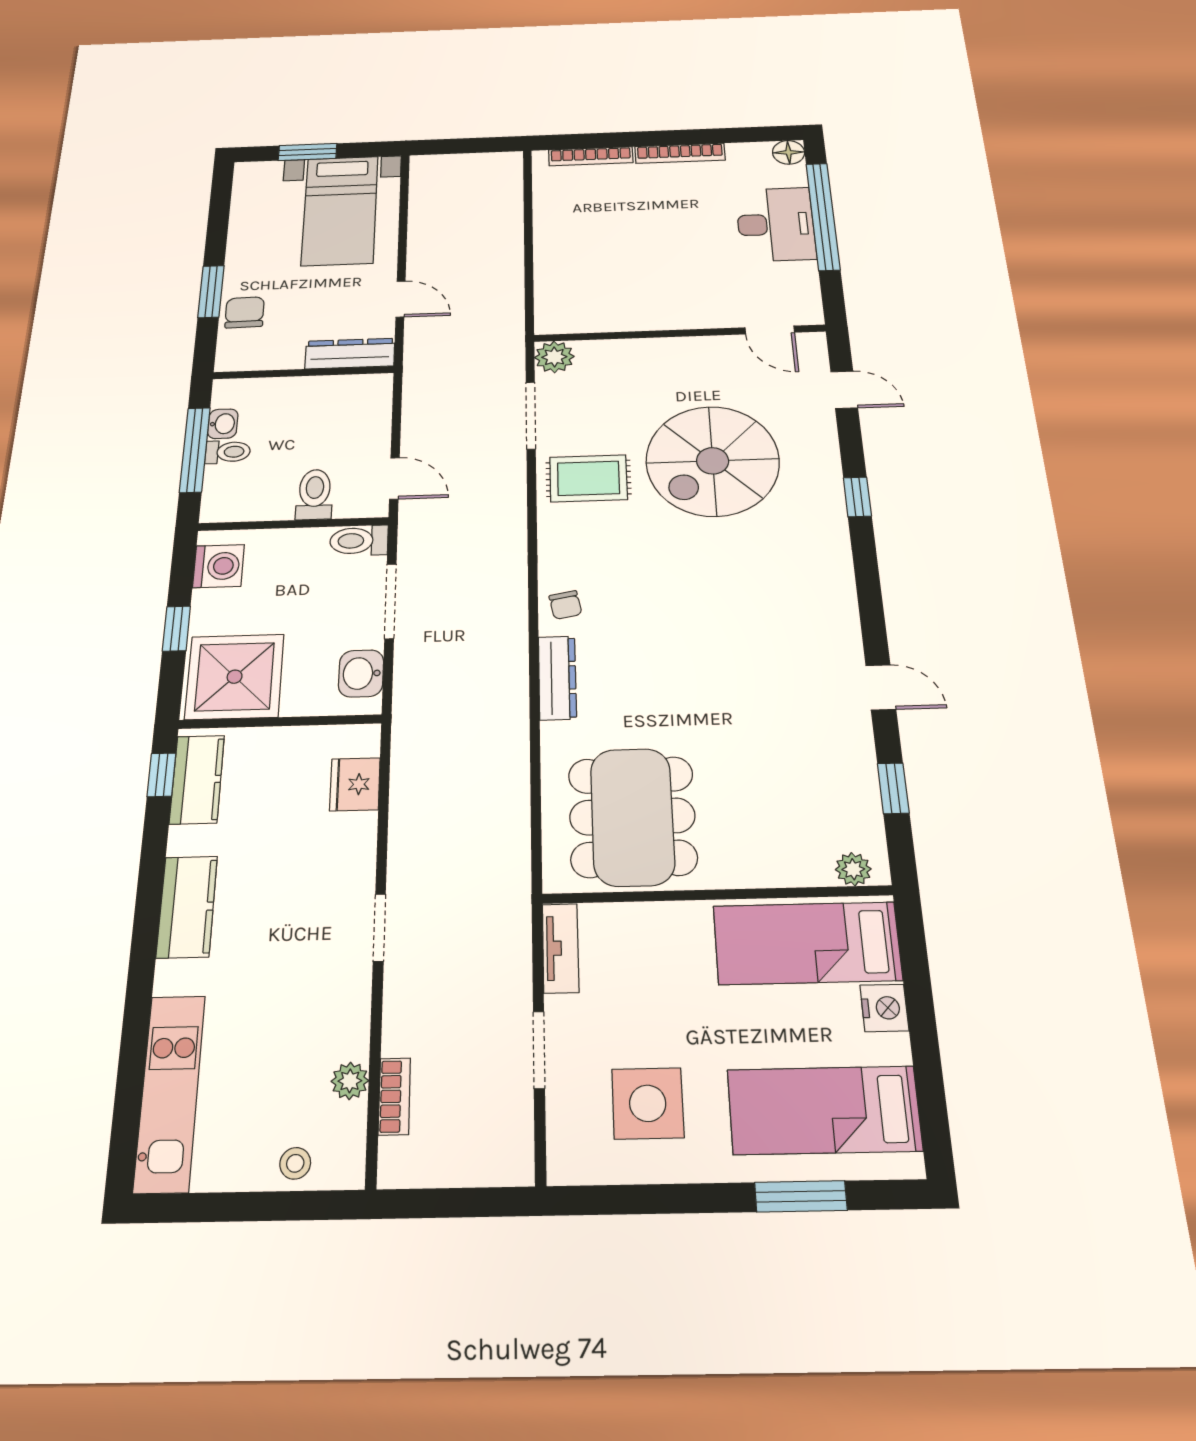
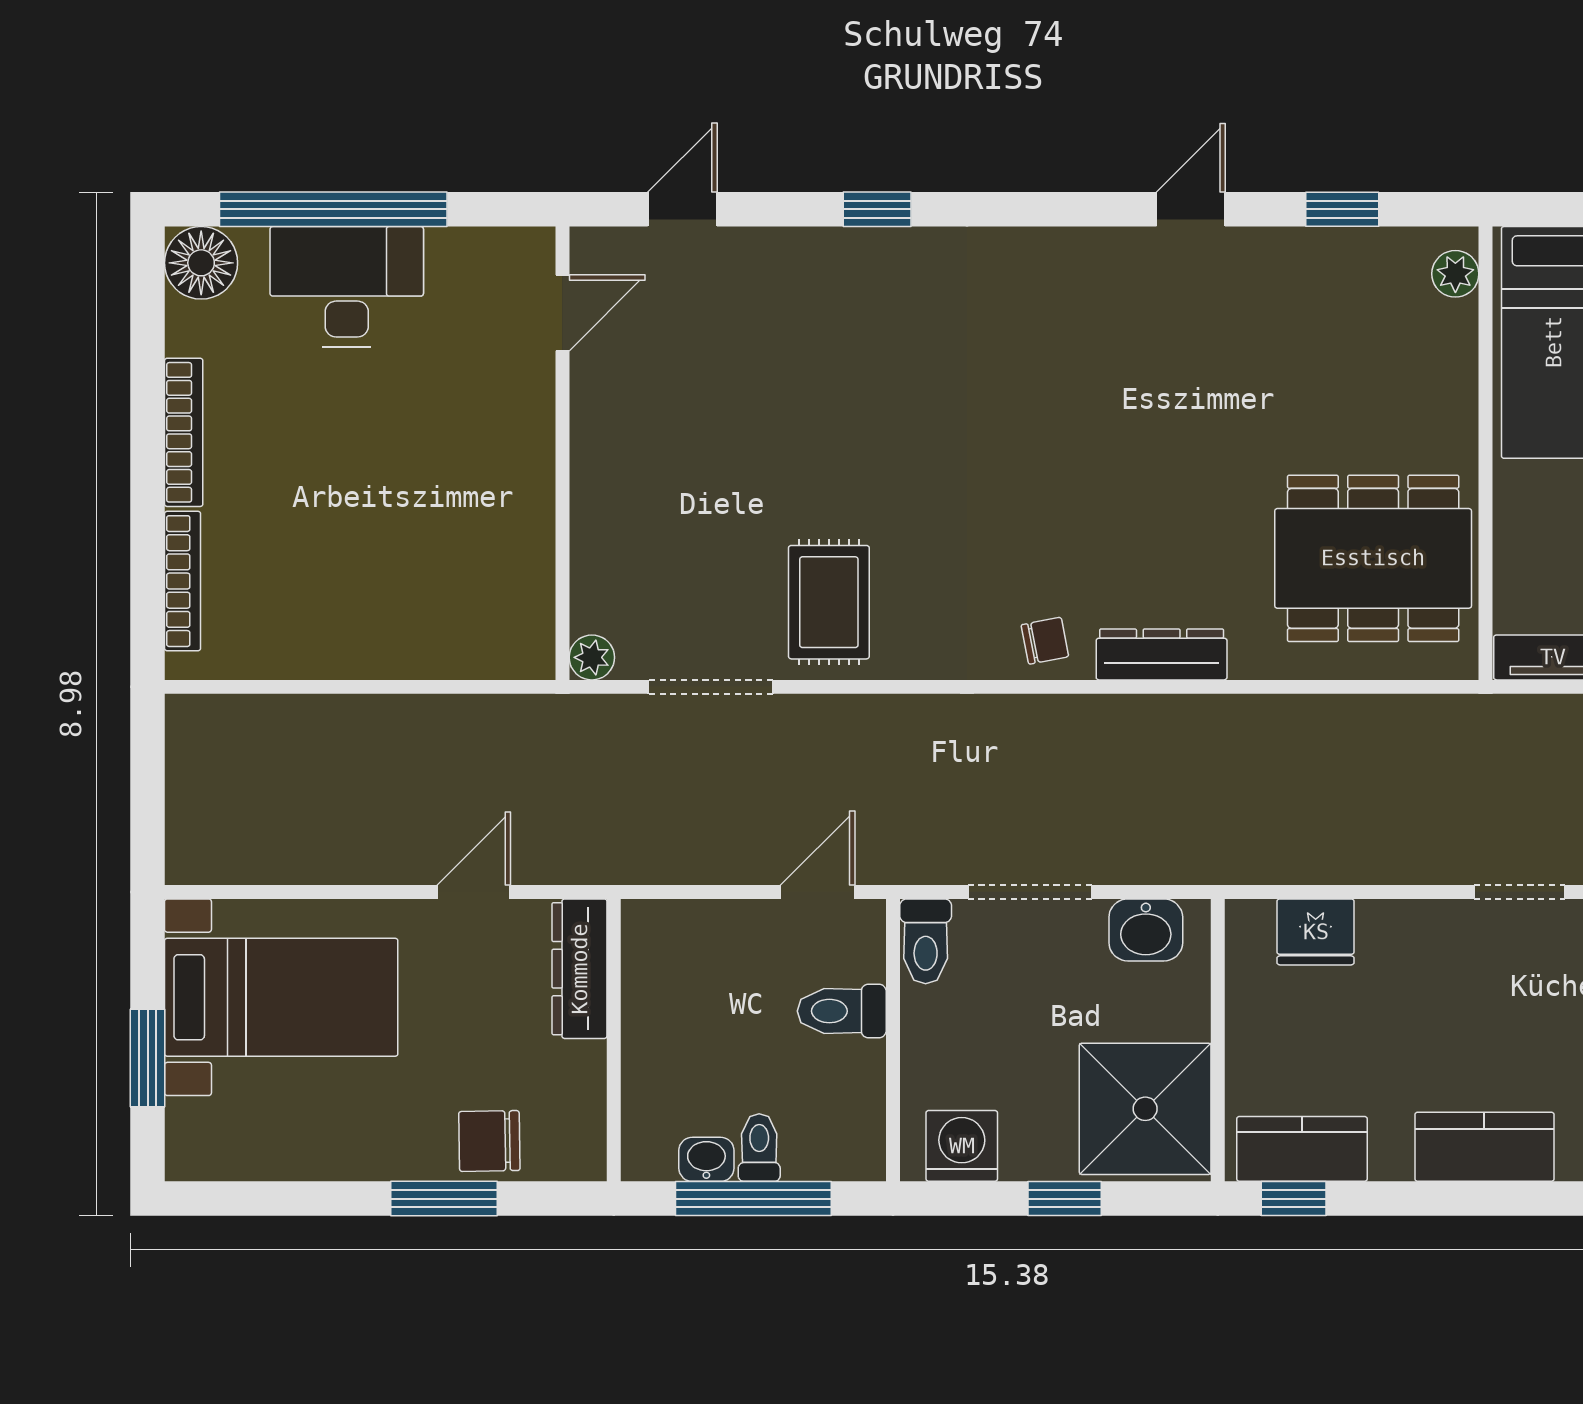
floor lamp: (789, 152) -> (201, 263), width x1.38, depth x1.38
plant: (554, 357) -> (592, 657), width x0.73, depth x0.73
spiral stairs: (713, 461) -> (805, 417), removed

